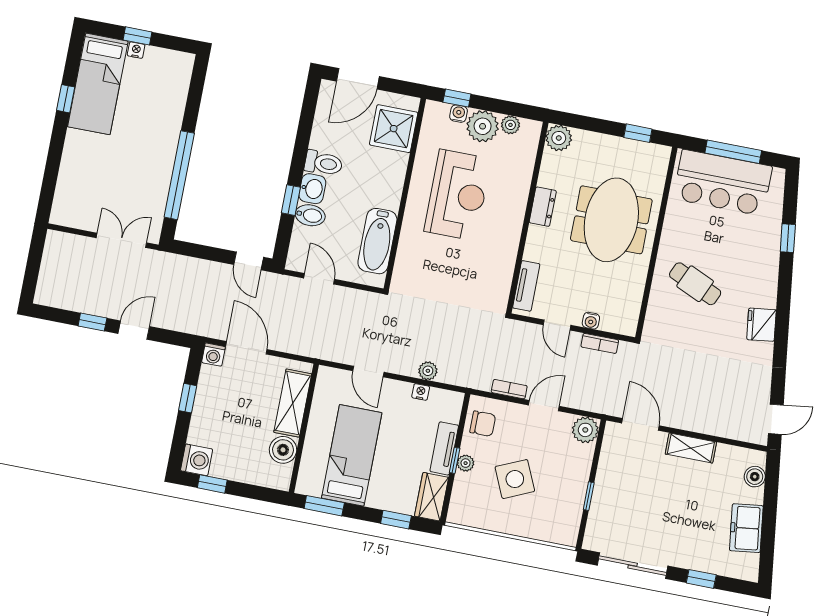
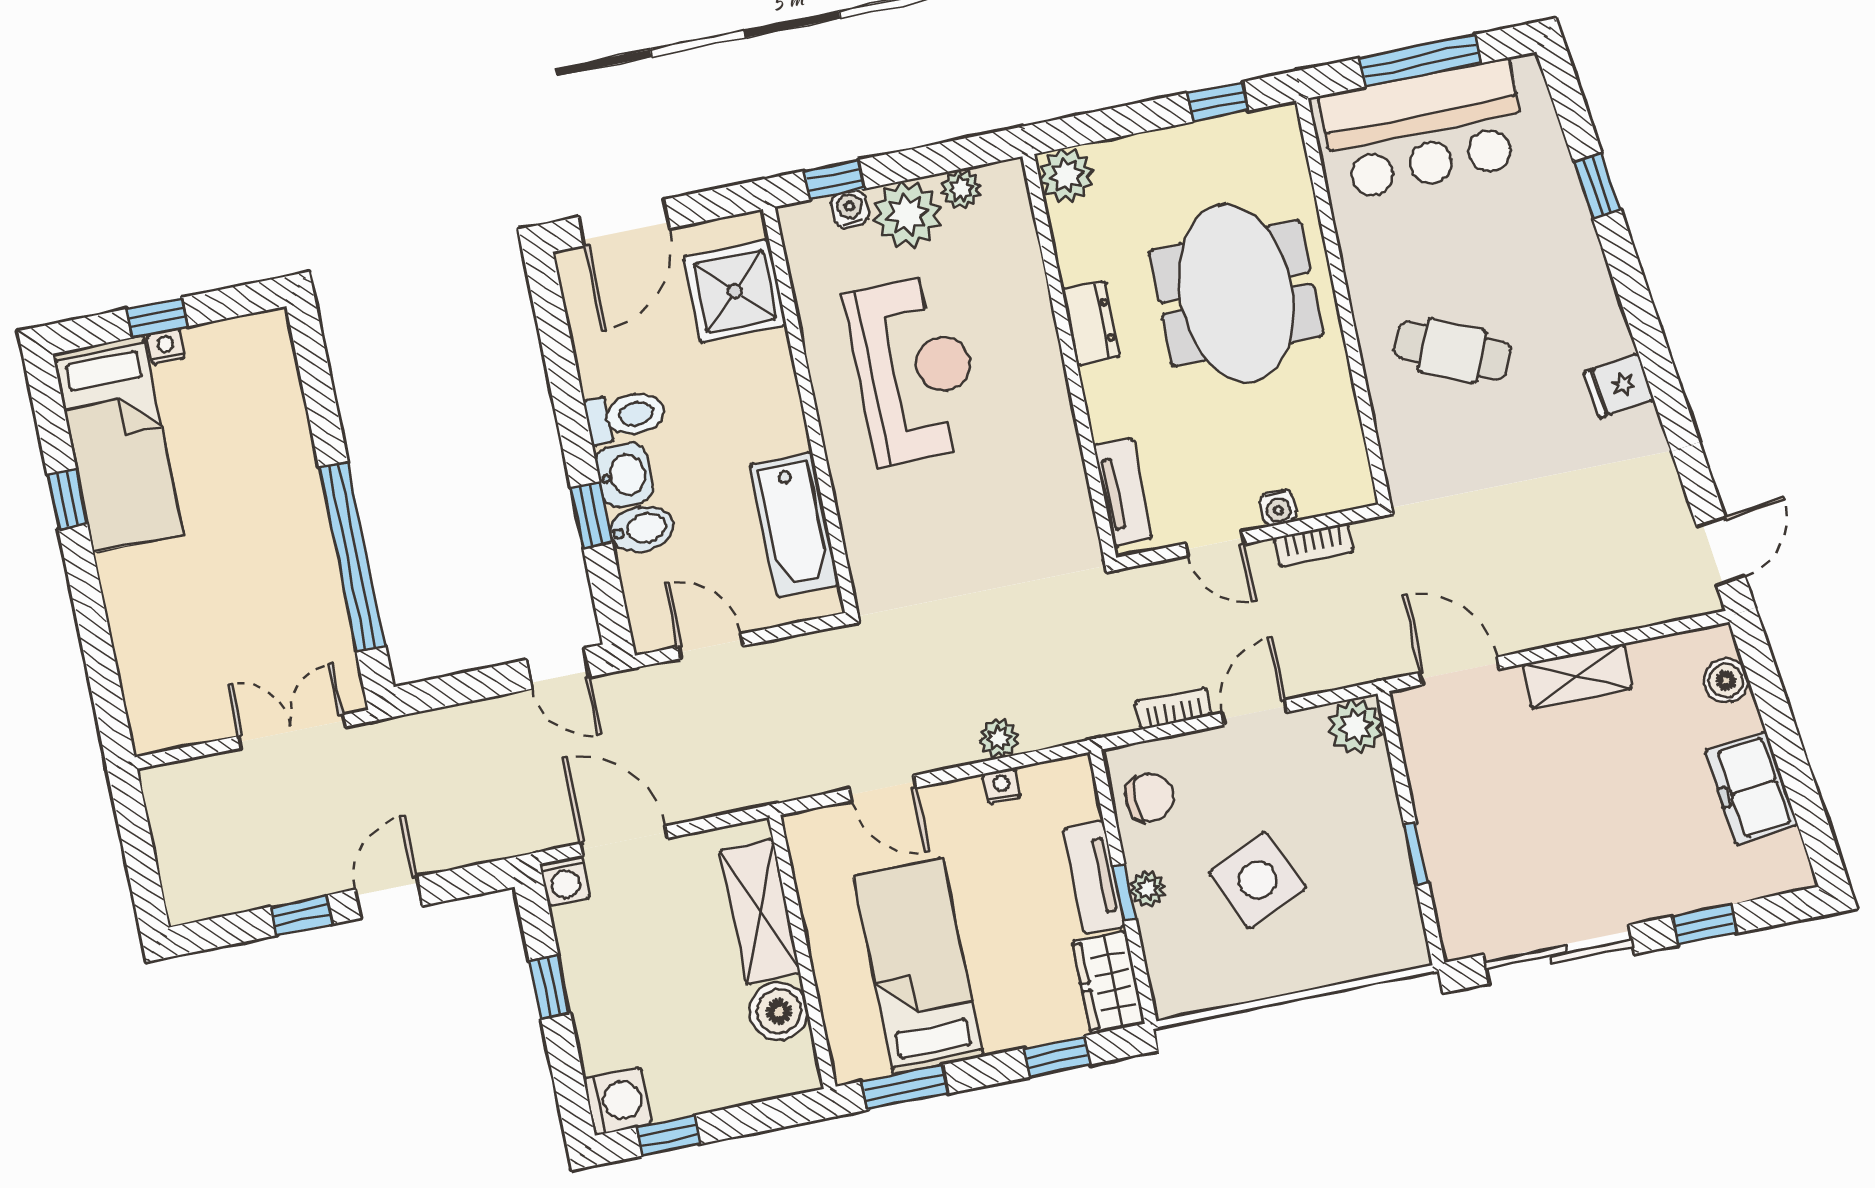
fridge: (761, 325) -> (1619, 386), width x0.72

